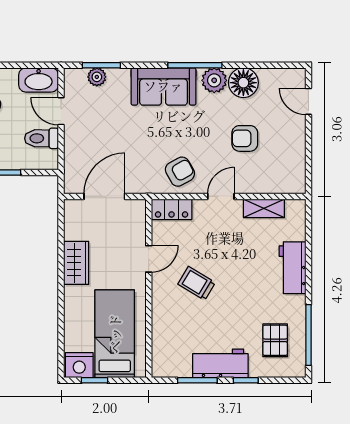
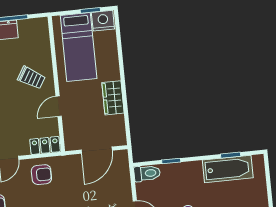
toilet: (42, 138) -> (147, 173), moved
armchair: (180, 172) -> (41, 175), turned -151
trolley: (197, 283) -> (31, 78), moved

